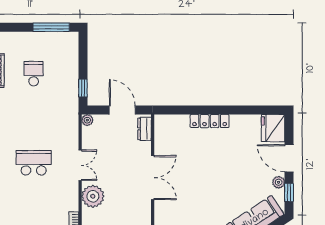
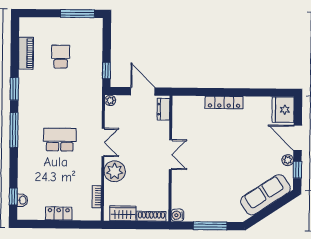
double door: (153, 178) -> (170, 155), width x0.73

